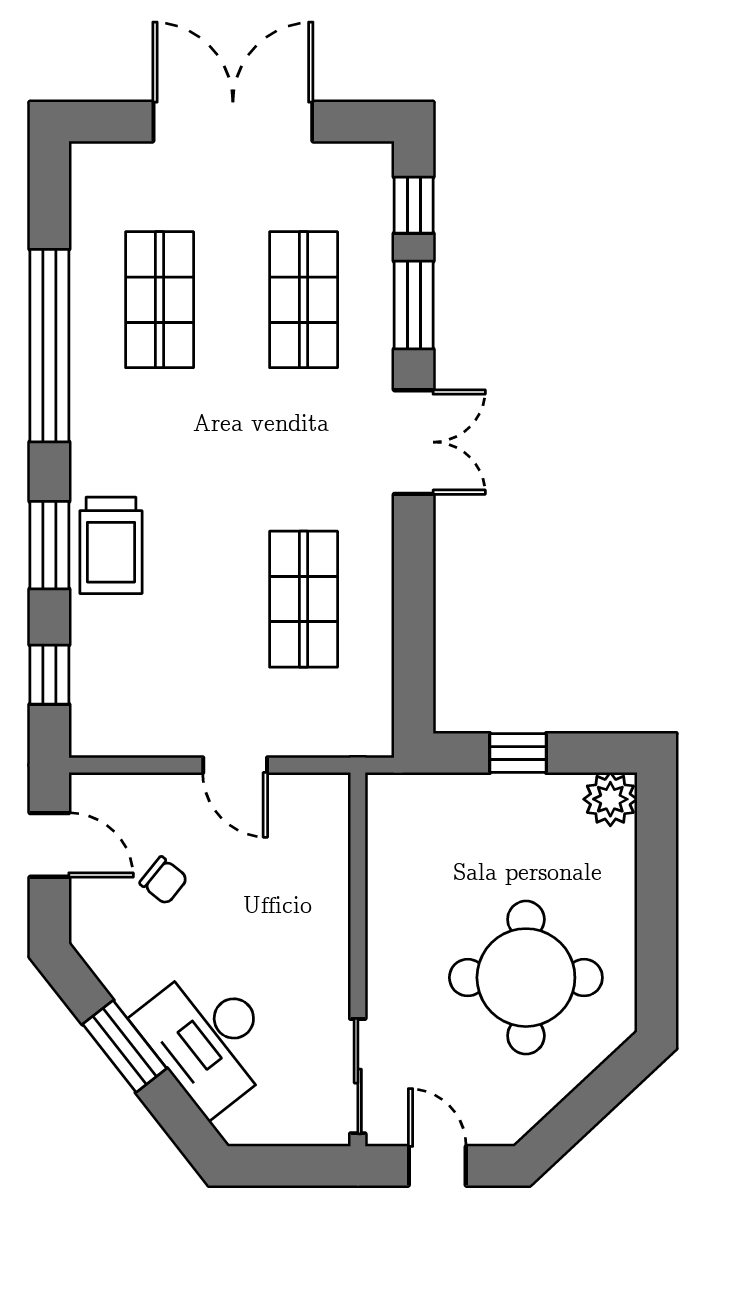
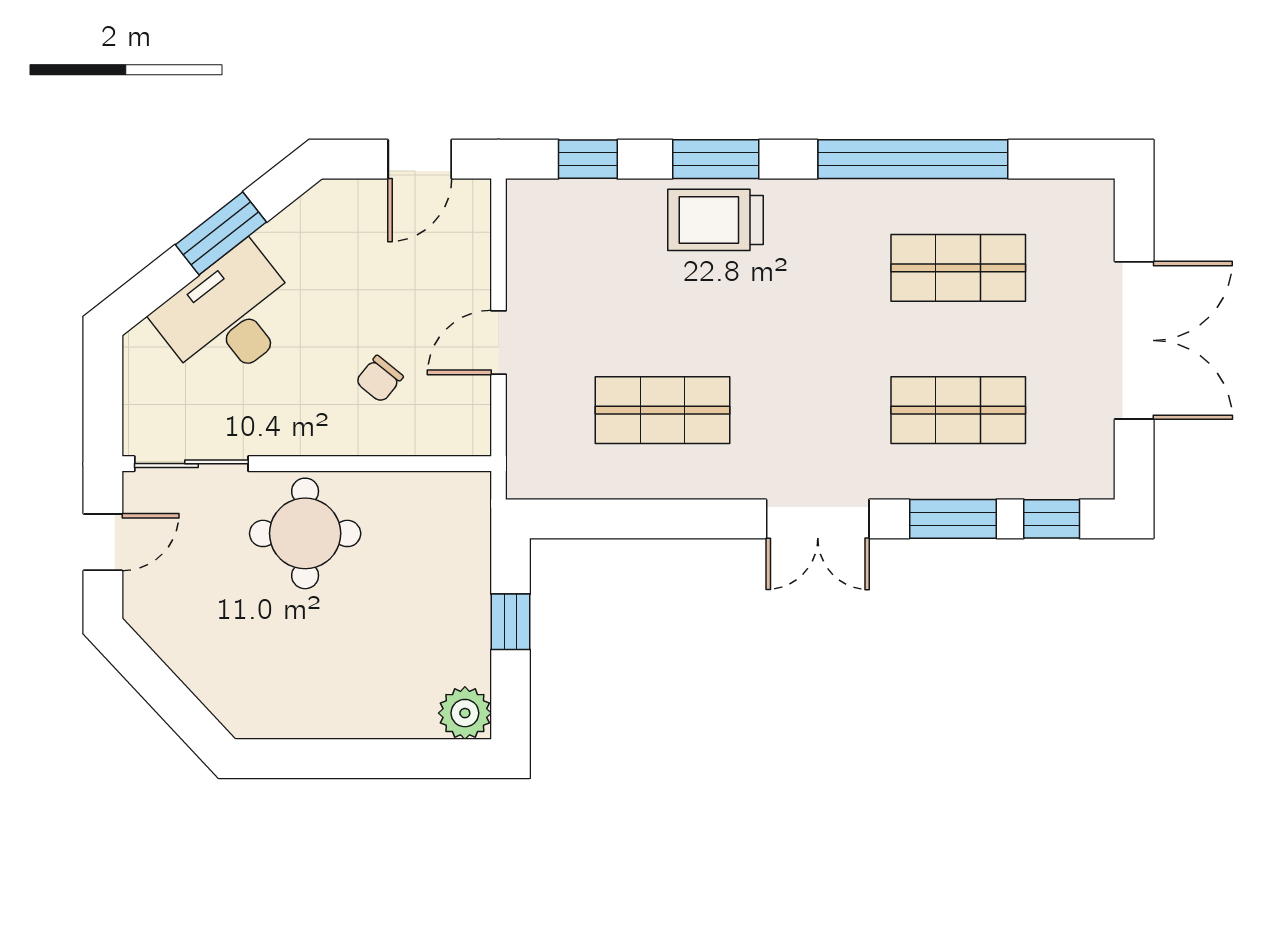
chair: (164, 881) -> (379, 379), moved
round table: (526, 978) -> (305, 533), moved, width x0.73, depth x0.73

